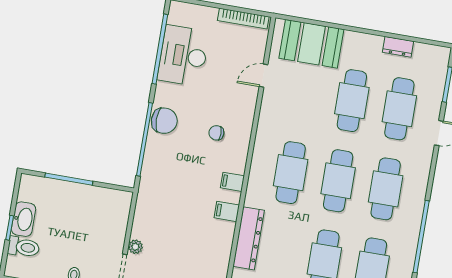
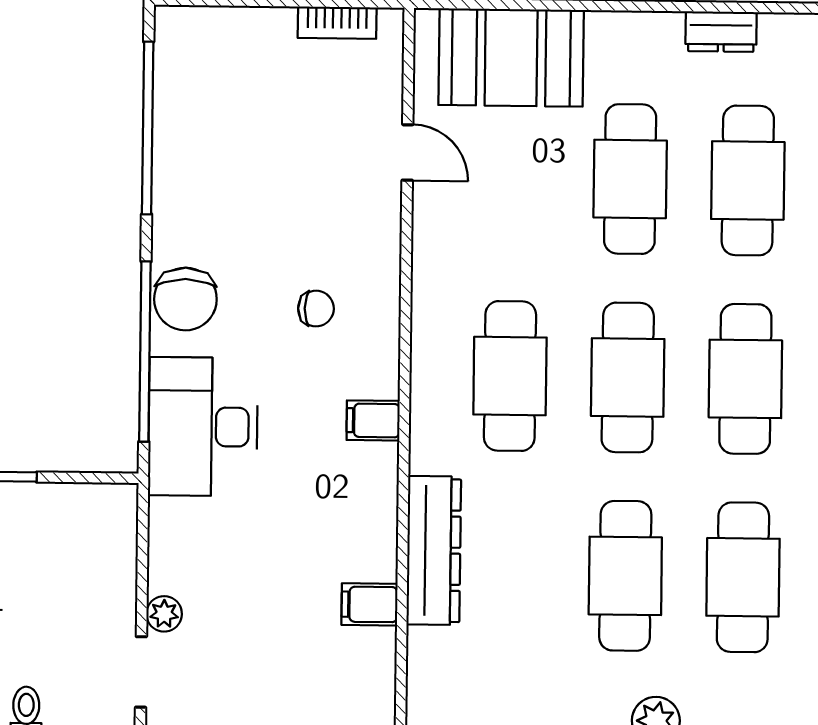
bookcase: (243, 19) -> (337, 23), width x0.64
desk: (183, 56) -> (203, 427), moved
door: (263, 76) -> (407, 152), swing flipped
chair: (164, 121) -> (185, 299), turned 90
chair: (216, 133) -> (316, 309), turned 180
filing cabinet: (227, 211) -> (369, 604), moved

